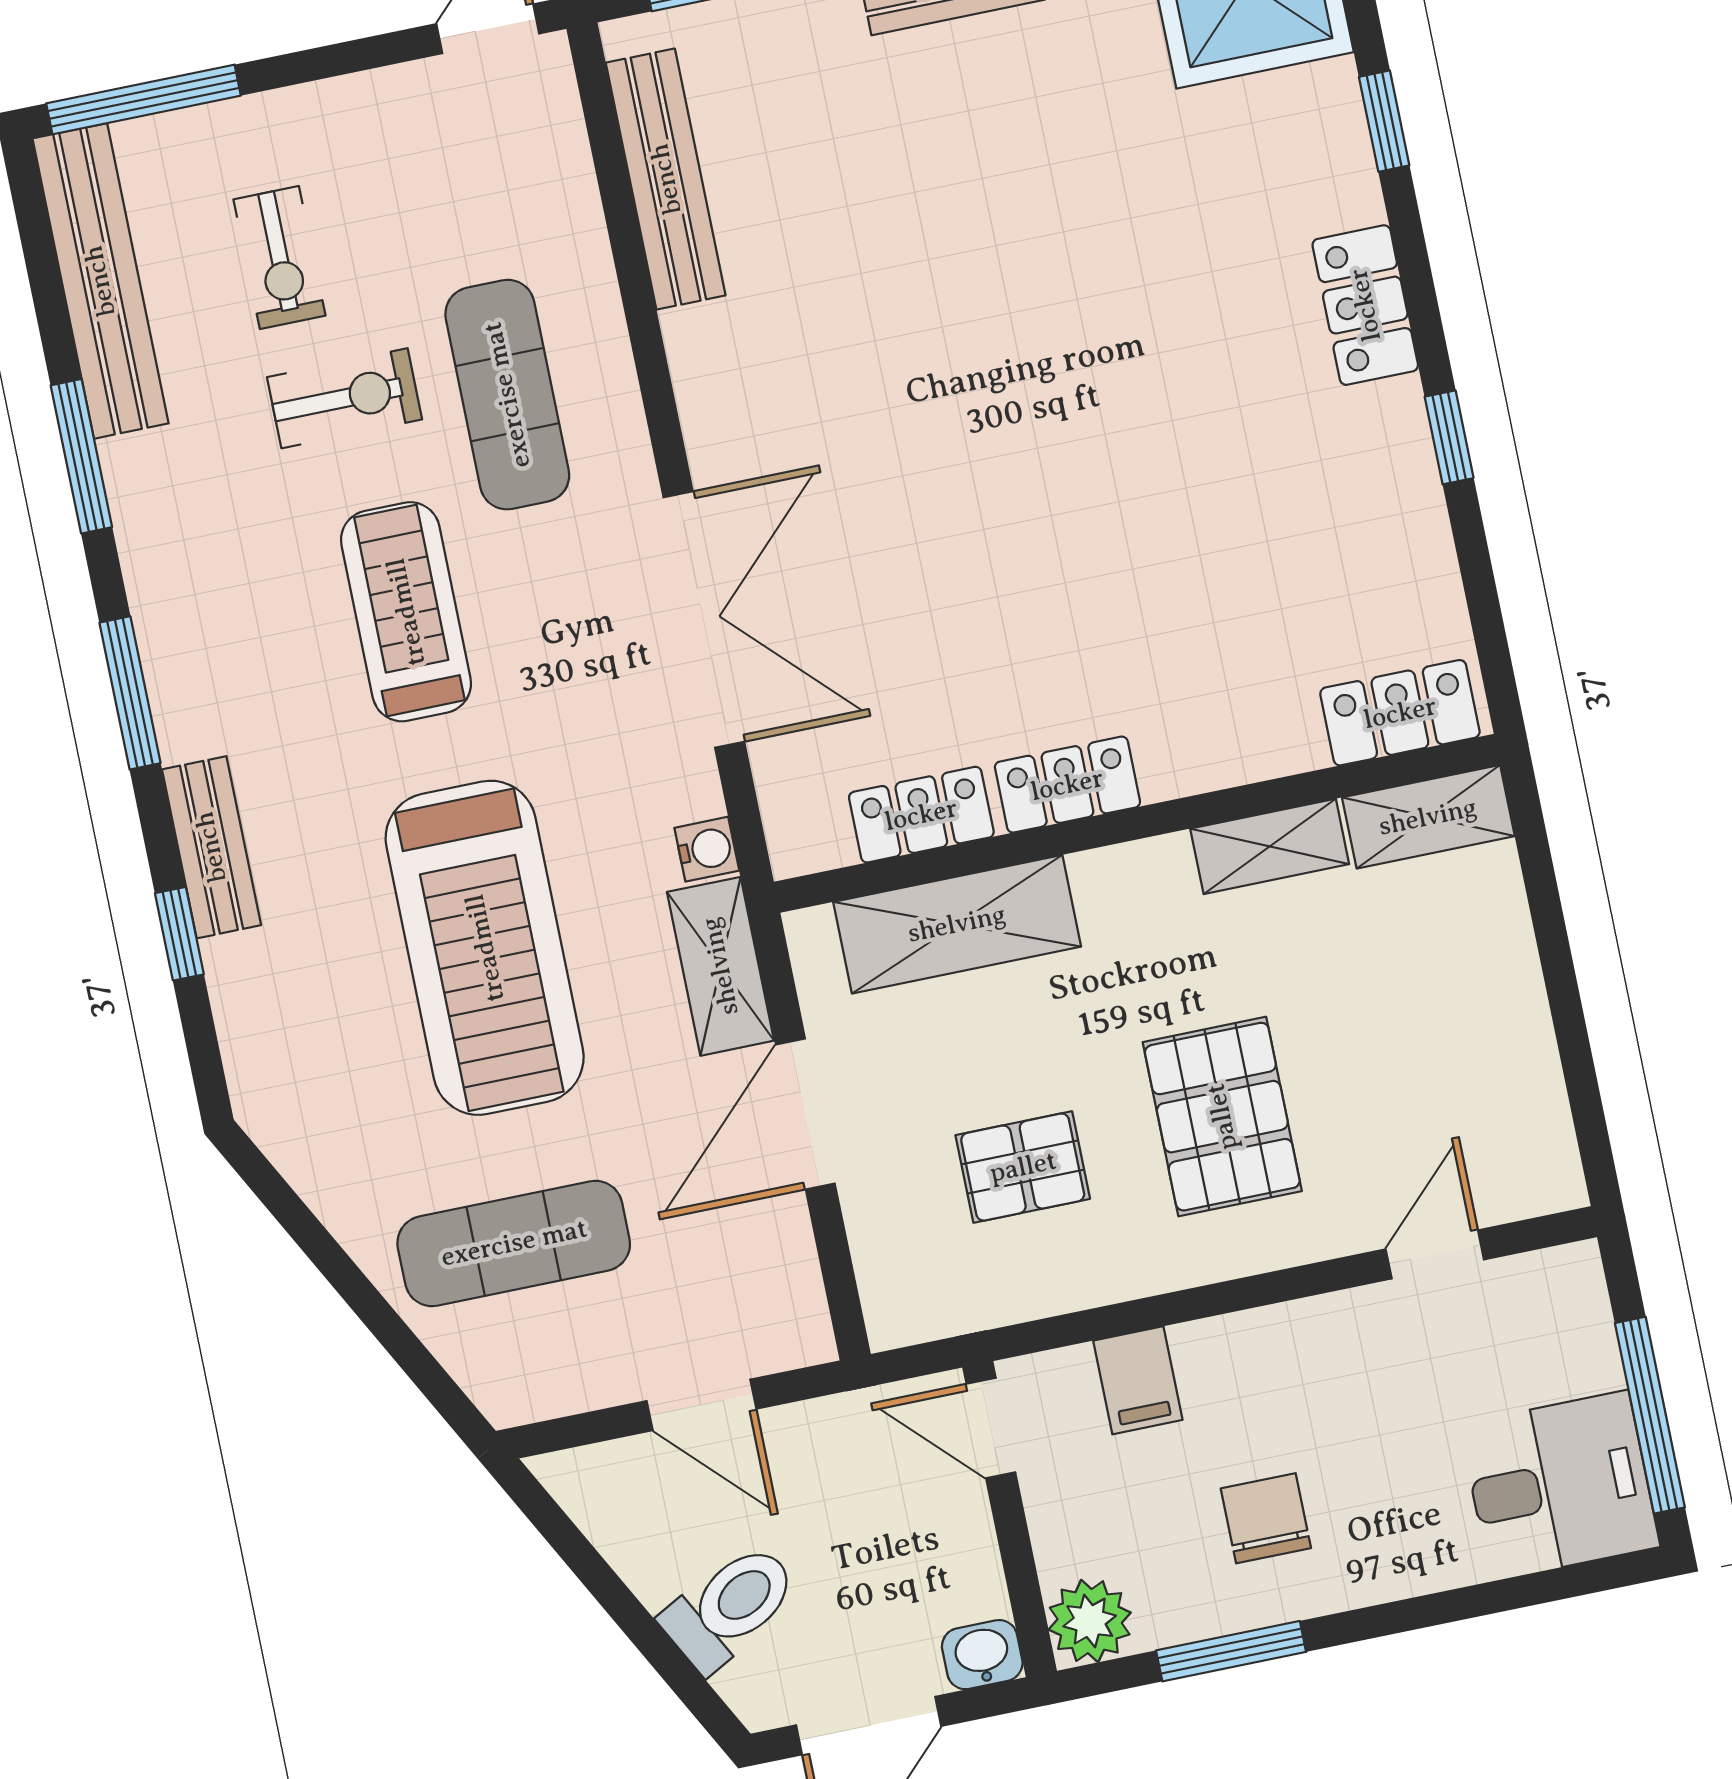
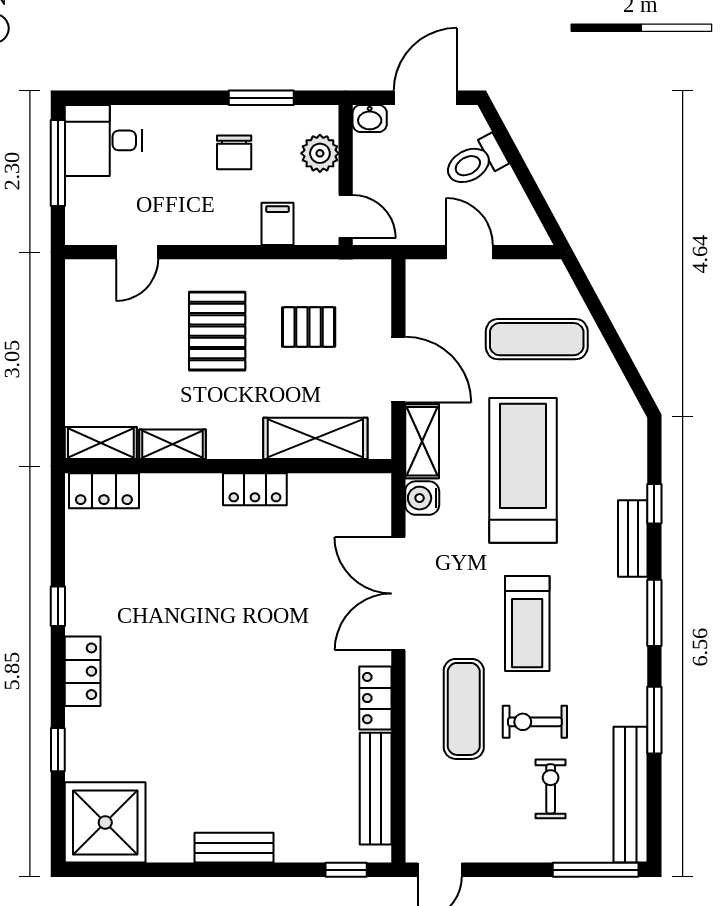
locker: (921, 815) -> (375, 698), moved, turned 90
water cooler: (707, 849) -> (422, 498), width x1.38, depth x1.38
door: (805, 1114) -> (398, 369), hinge flipped
plant: (1090, 1621) -> (320, 153), moved

